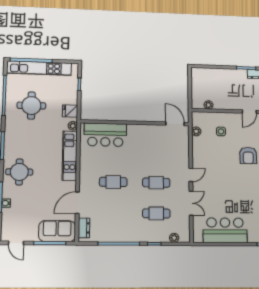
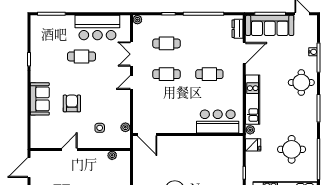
cafe table: (240, 201) -> (81, 56), added
sofa: (57, 231) -> (270, 25), width x1.36
plant: (174, 238) -> (137, 20), moved

